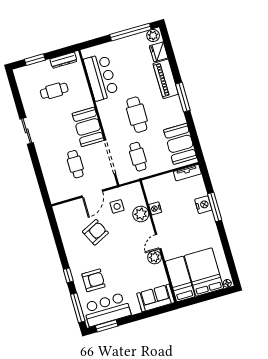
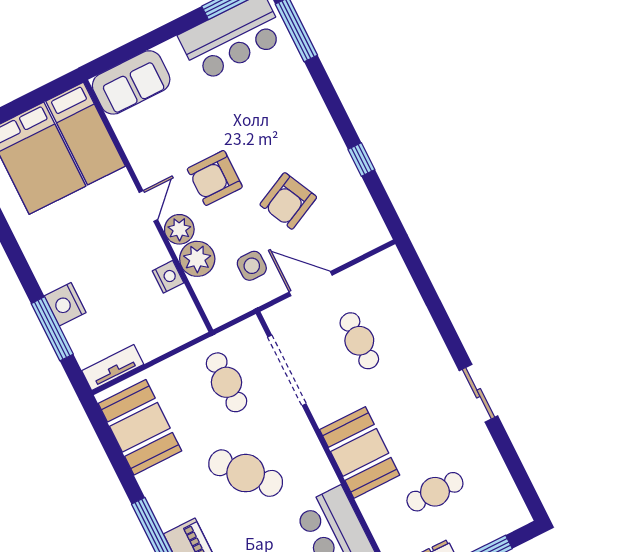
cafe table: (137, 115) -> (246, 473), turned -41
booth: (88, 127) -> (360, 452), moved
door: (92, 194) -> (311, 284), hinge flipped
window: (215, 207) -> (52, 329), moved
plant: (155, 257) -> (179, 229), moved
window: (68, 275) -> (361, 160), moved
armchair: (94, 280) -> (215, 178), moved

